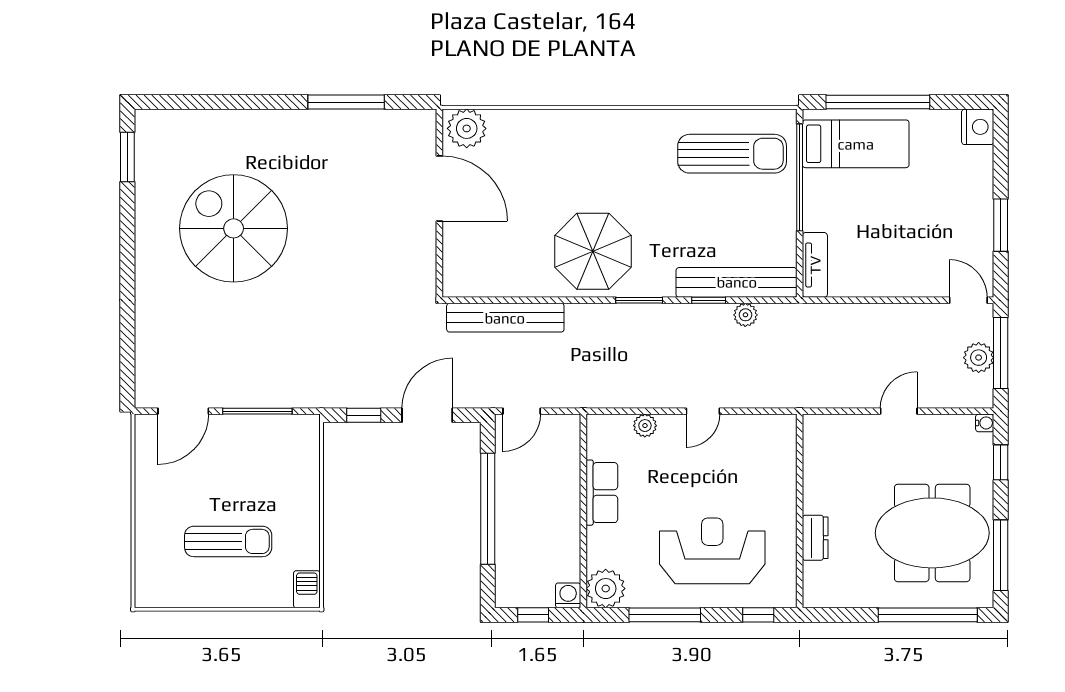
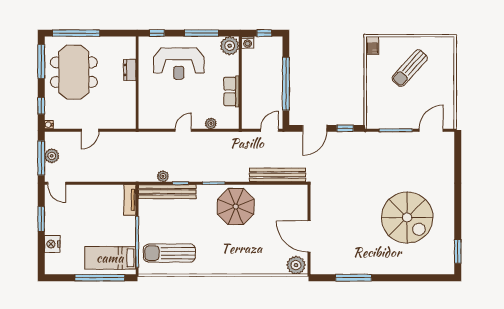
nightstand: (978, 127) -> (52, 244), moved
meeting table: (932, 533) -> (74, 72), turned 90
sun lounger: (228, 541) -> (410, 68), turned -48

